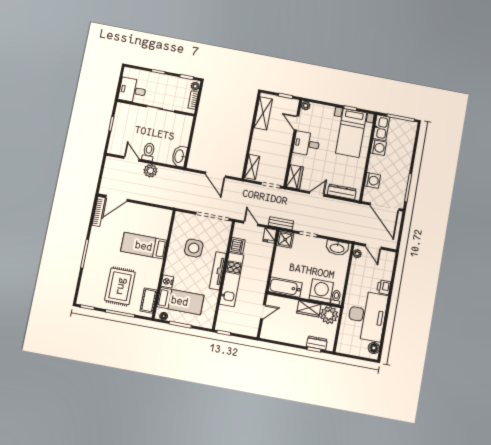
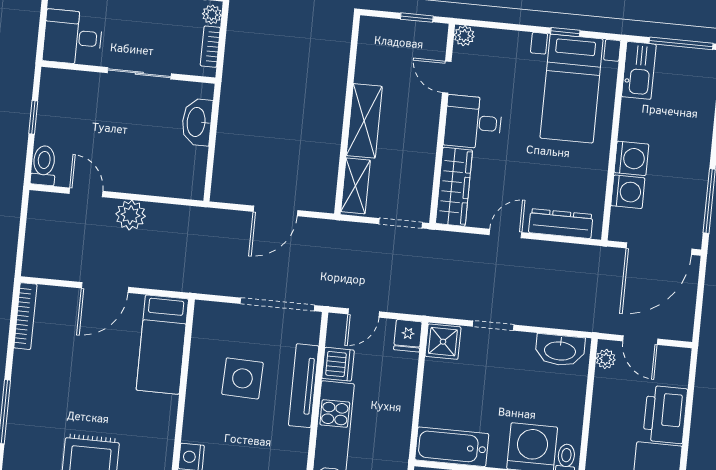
shelving: (263, 113) -> (364, 121), moved
washing machine: (378, 148) -> (631, 158), moved
toilet: (149, 152) -> (44, 165), moved
washbasin: (179, 156) -> (197, 122), moved
door: (215, 175) -> (275, 211), hinge flipped
wardrobe: (295, 177) -> (454, 187), width x1.50
door: (116, 198) -> (105, 288), moved
door: (384, 207) -> (659, 249), hinge flipped
bench: (281, 223) -> (431, 306), removed
door: (251, 224) -> (364, 313), swing flipped
bed: (144, 246) -> (162, 345), moved, turned -90
tv unit: (218, 271) -> (304, 386), moved
printer: (384, 287) -> (665, 414), width x1.87, depth x1.48

